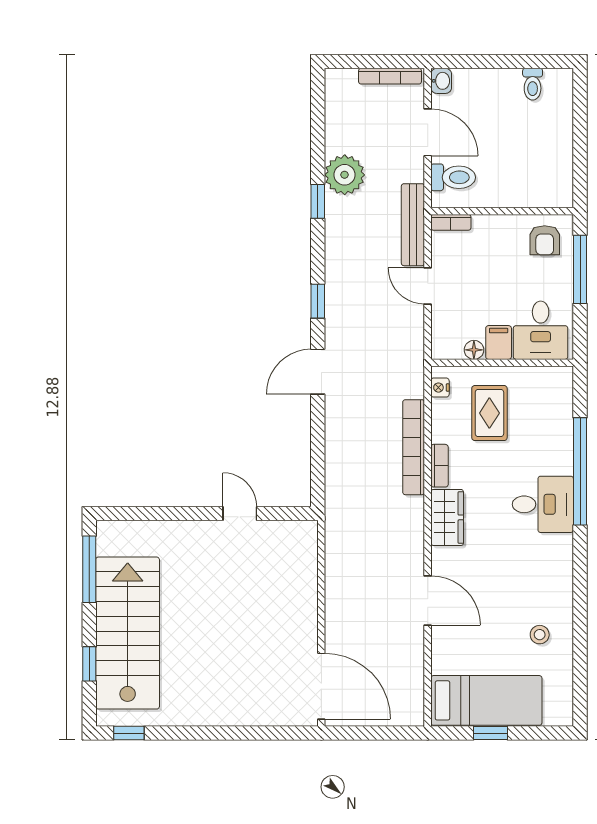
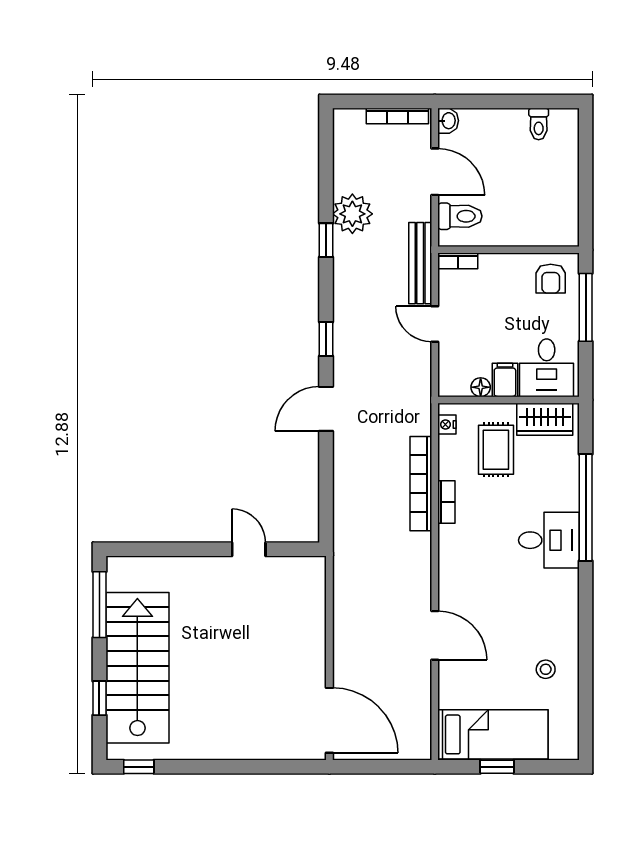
wardrobe: (447, 517) -> (545, 419), moved, turned 90

